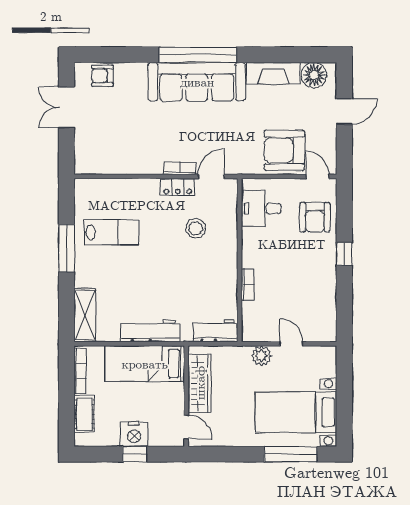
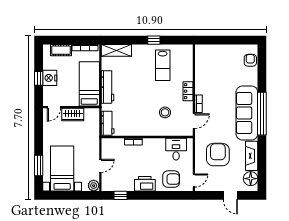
double door: (67, 107) -> (233, 40), removed
armchair: (284, 150) -> (218, 155), moved
door: (211, 177) -> (194, 121), hinge flipped
locker: (178, 187) -> (188, 91), moved
armchair: (315, 217) -> (171, 179), turned 180
window: (67, 248) -> (154, 40), width x0.46
window: (344, 254) -> (120, 195), moved
printer: (323, 264) -> (145, 184), added
plant: (261, 356) -> (94, 186), moved
wardrobe: (200, 383) -> (73, 115), width x0.67
window: (291, 454) -> (39, 166), width x0.69

